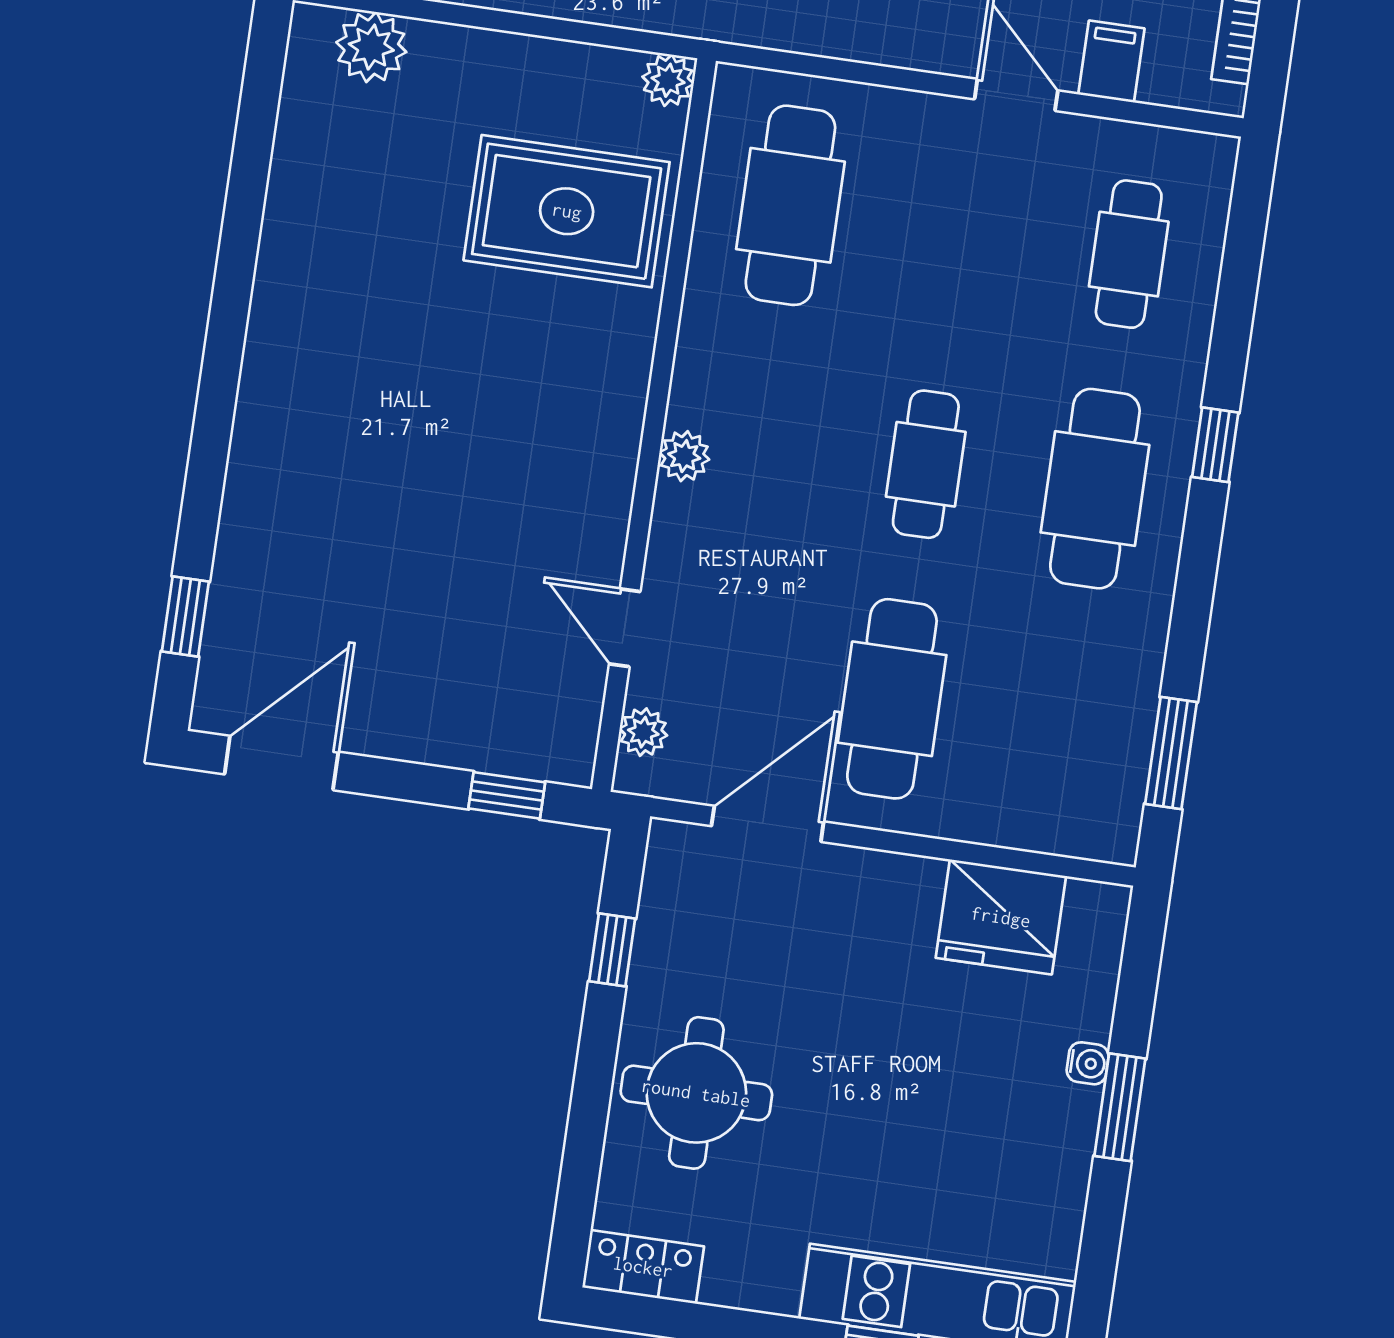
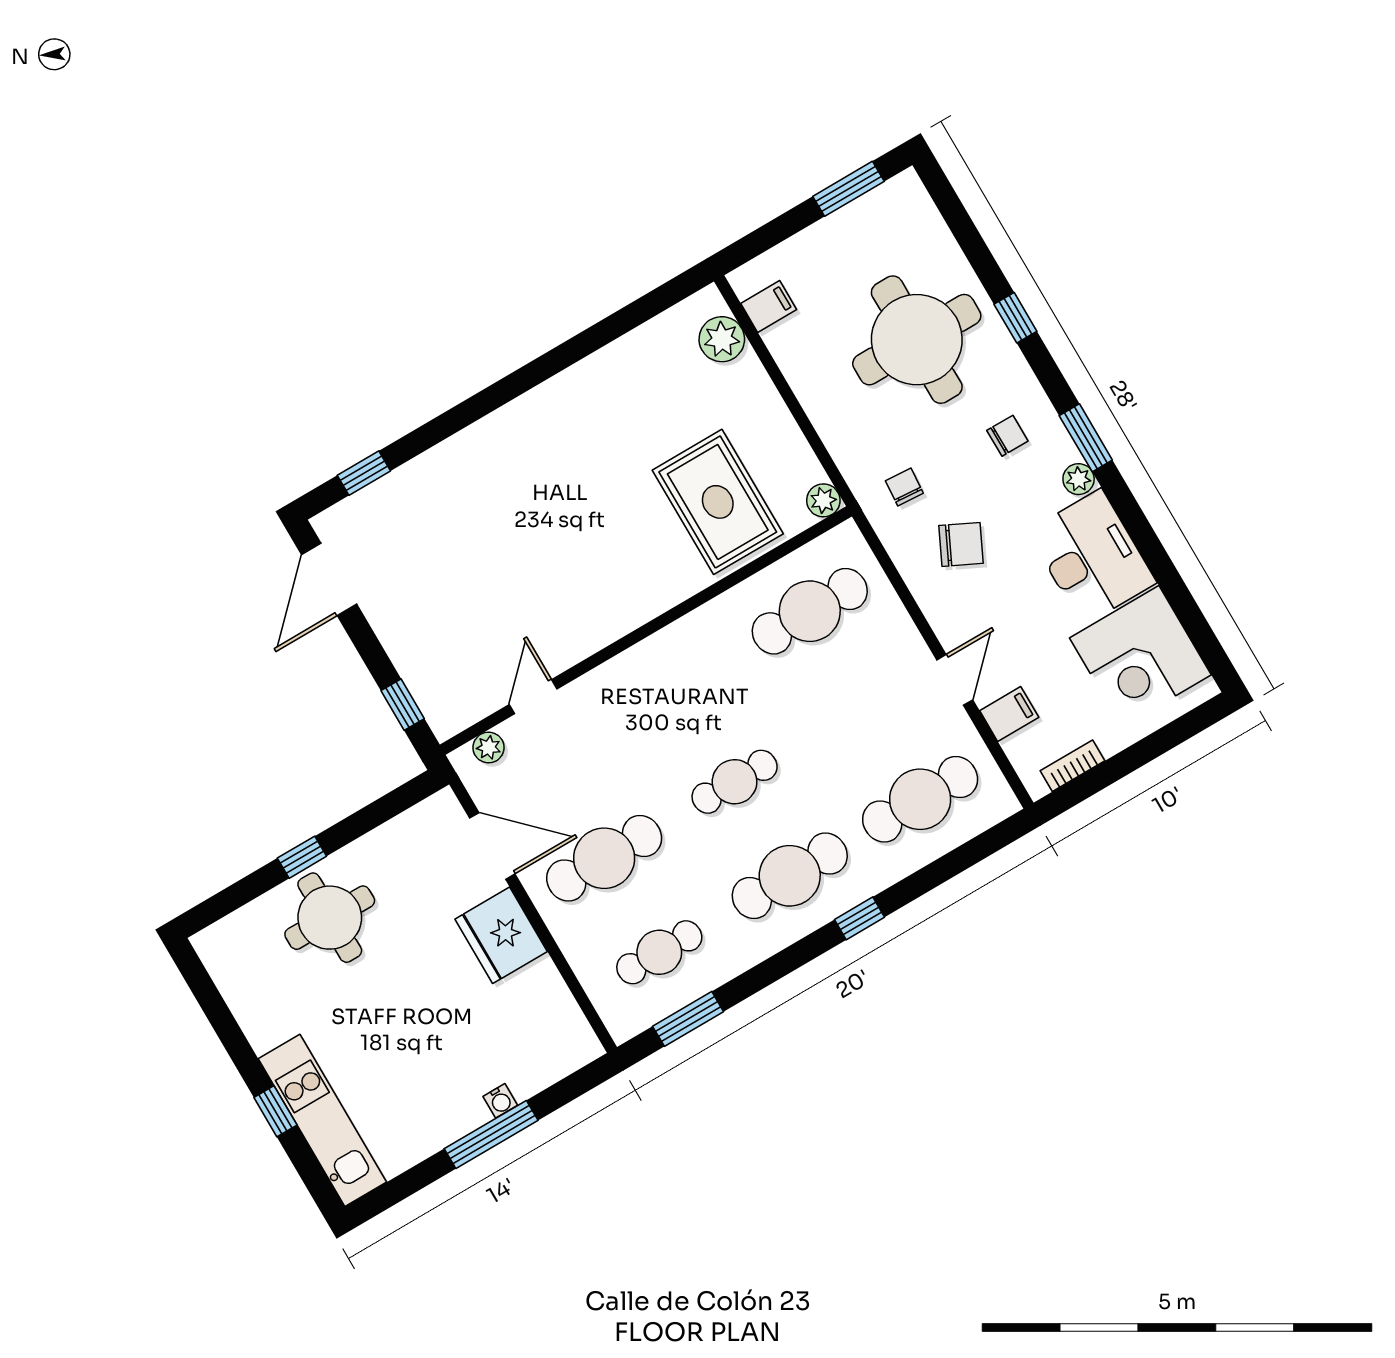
cafe table: (1129, 254) -> (920, 799), width x1.37, depth x1.35
plant: (684, 456) -> (642, 658), removed
cafe table: (1061, 723) -> (659, 952), added
door: (281, 763) -> (329, 579), swing flipped
fridge: (1001, 917) -> (501, 935), moved
window: (612, 950) -> (302, 857), moved
window: (1120, 1107) -> (491, 1134), width x1.44
locker: (643, 1267) -> (222, 960), removed

